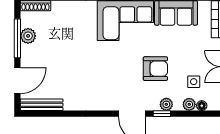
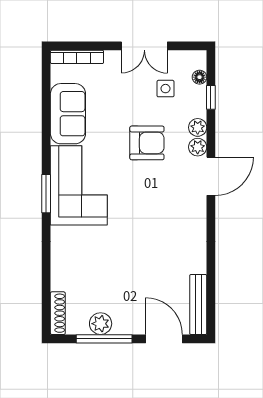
armchair: (155, 69) -> (147, 143), turned 90
plant: (189, 104) -> (198, 147), moved
window: (162, 114) -> (211, 97), moved

